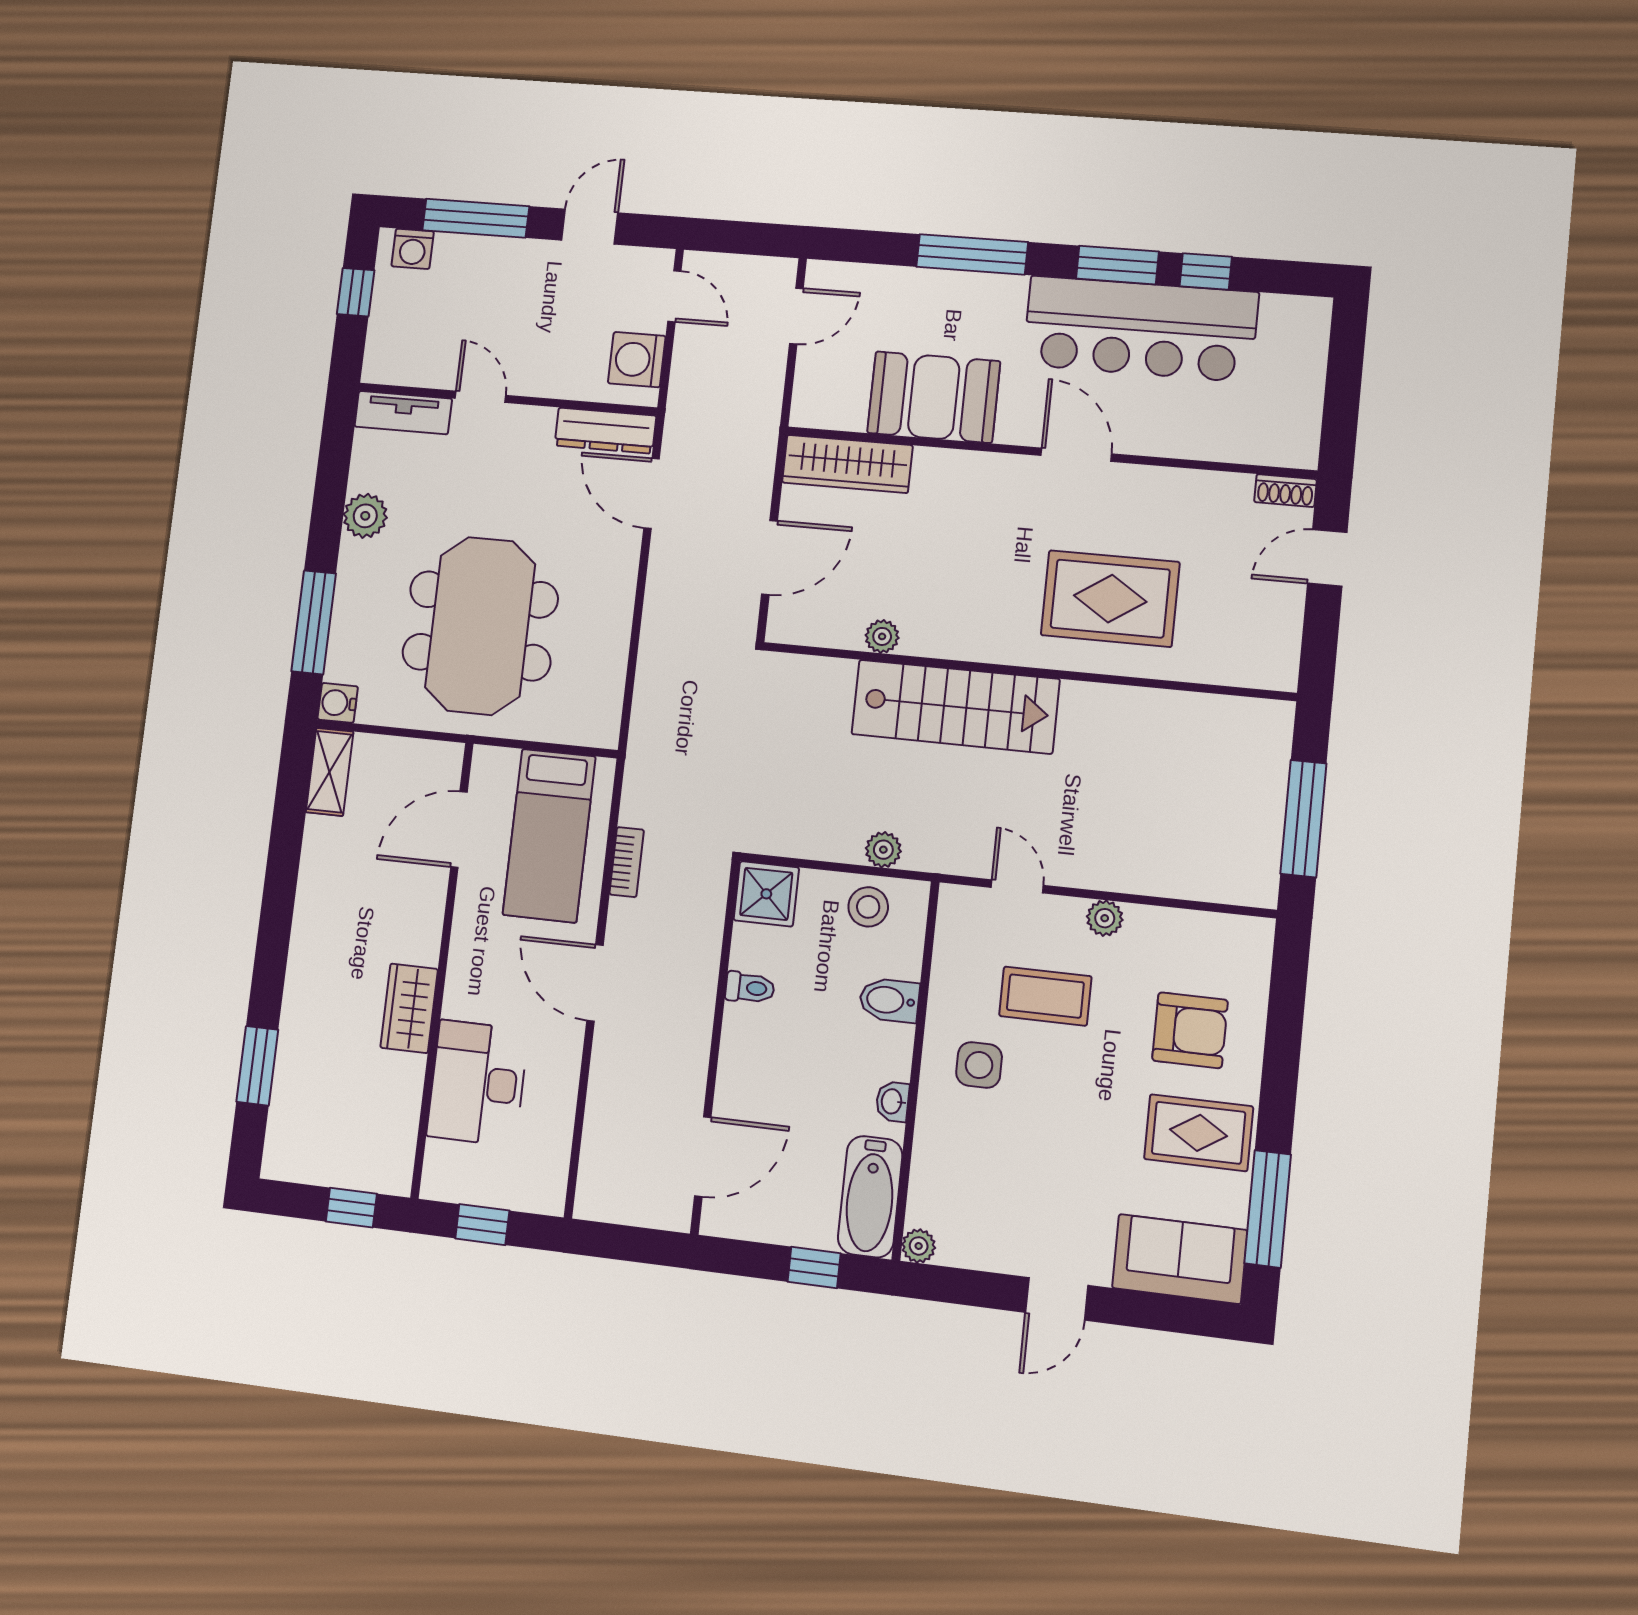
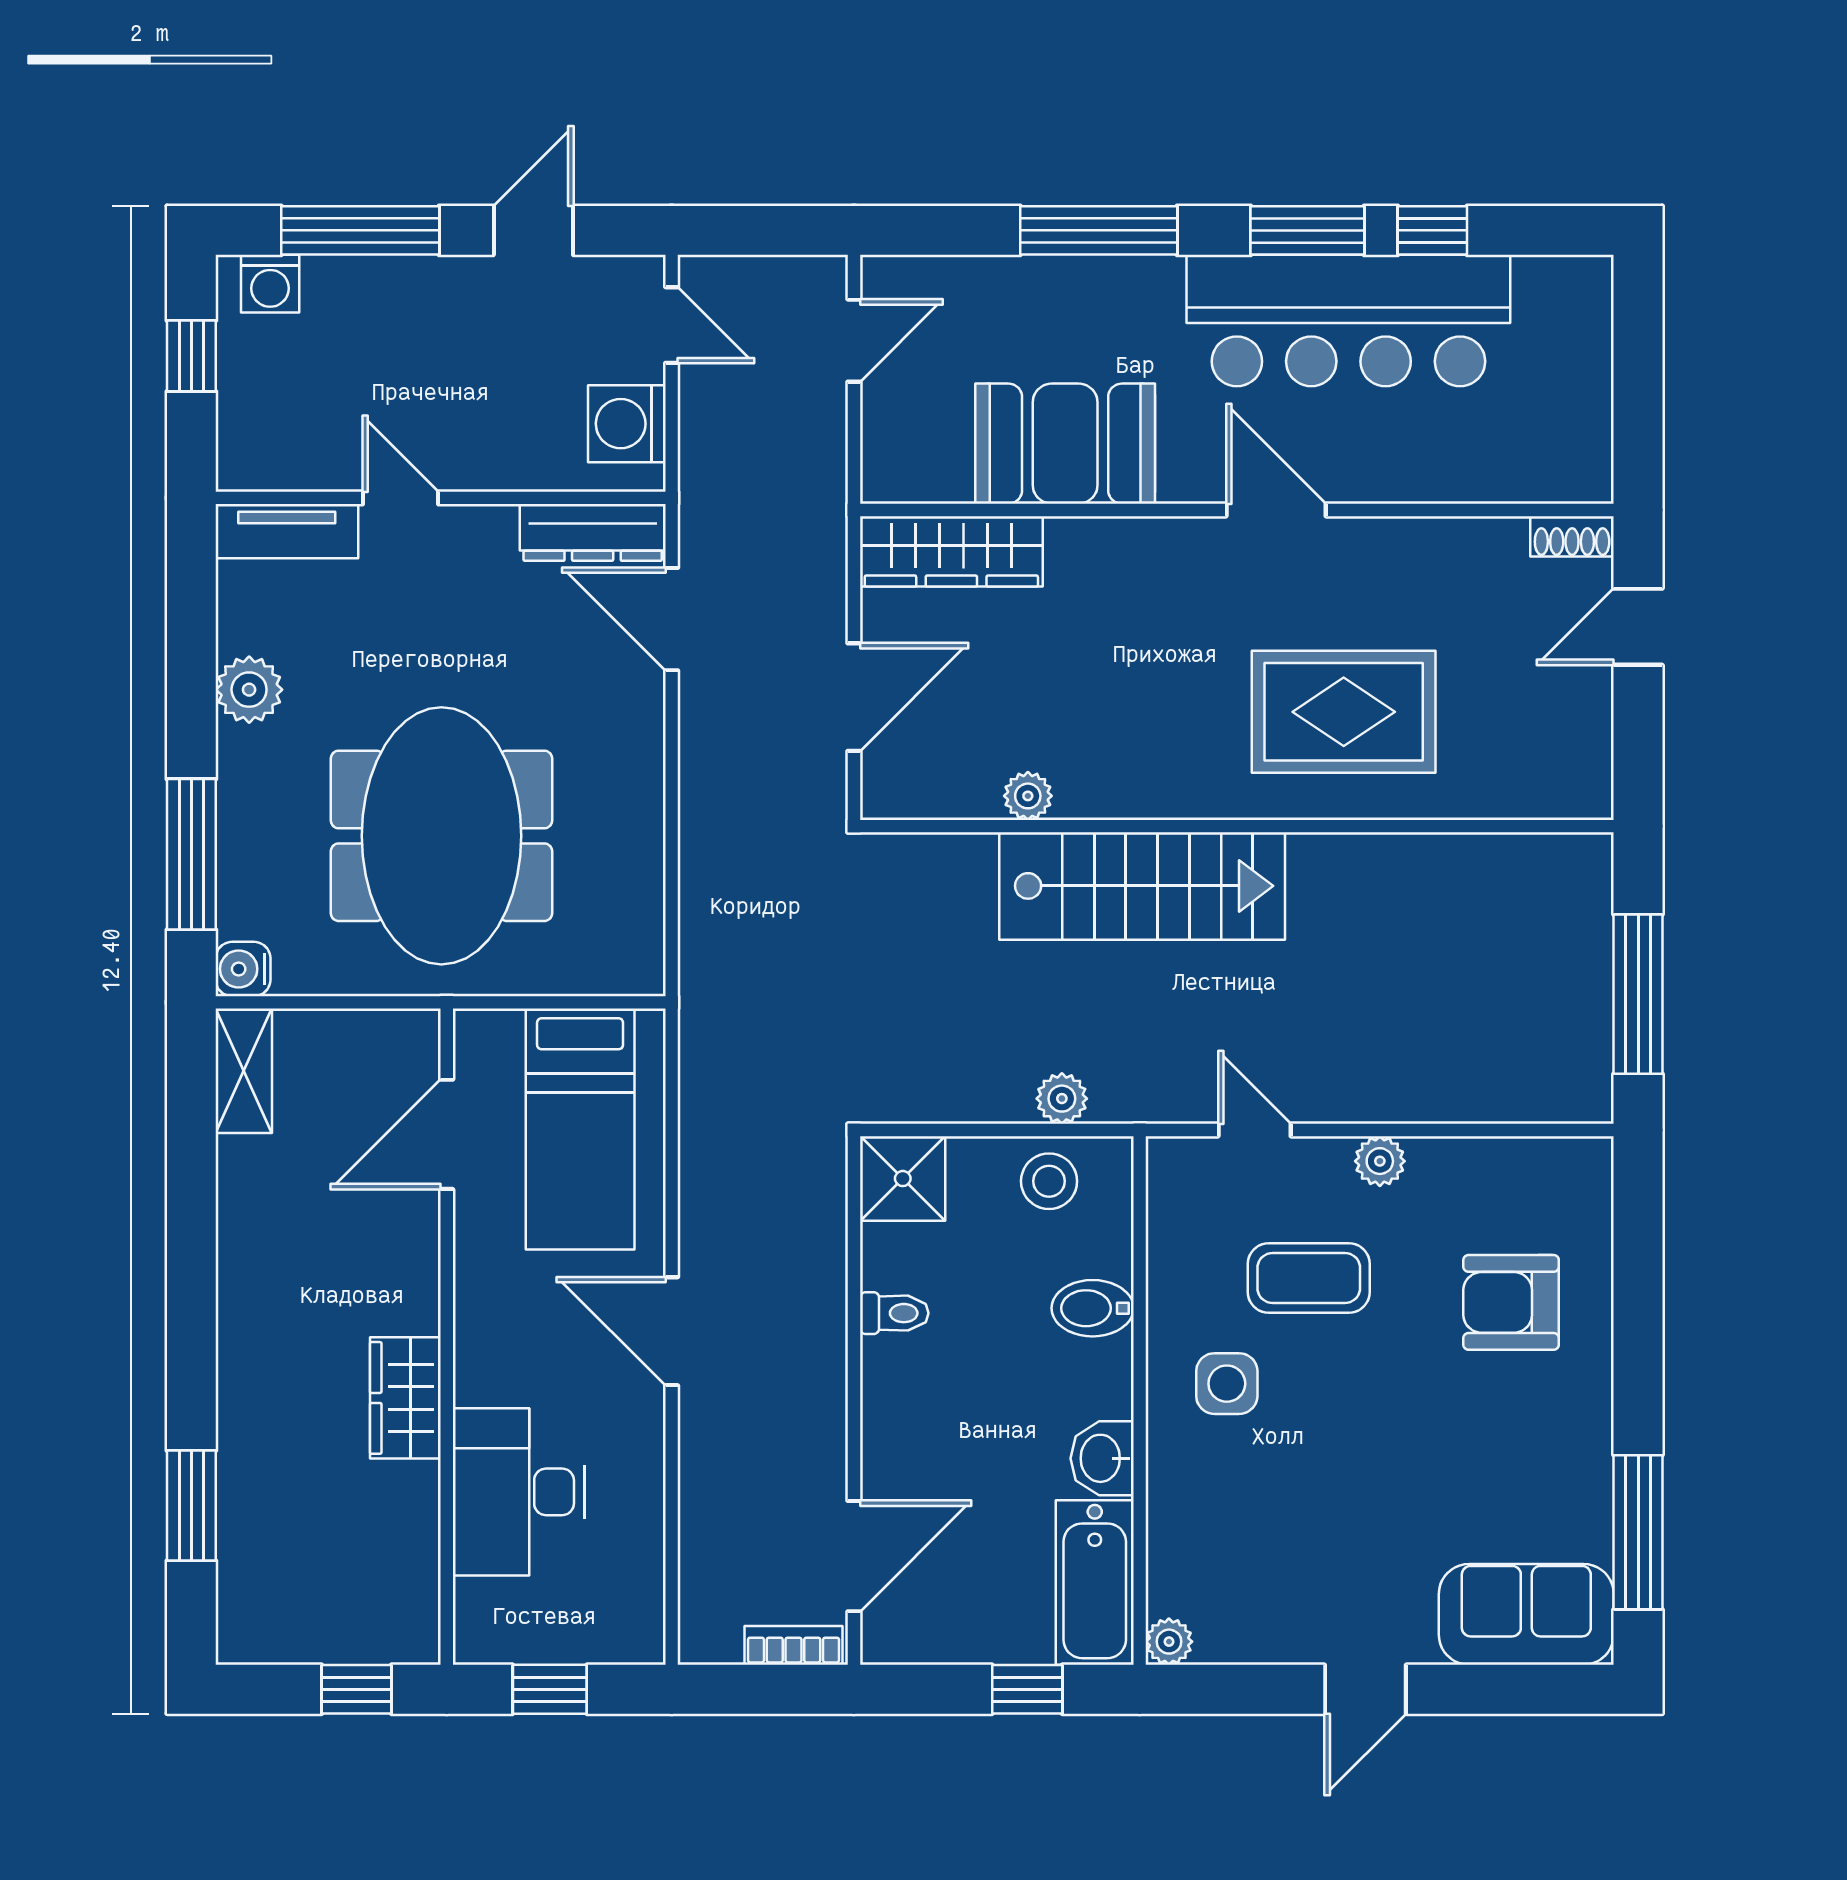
bookcase: (627, 862) -> (793, 1645), moved, turned -90
armchair: (1190, 1030) -> (1511, 1302), turned 180
washbasin: (892, 1101) -> (1102, 1458), width x1.38, depth x1.45
rug: (1199, 1133) -> (1536, 1441), removed

